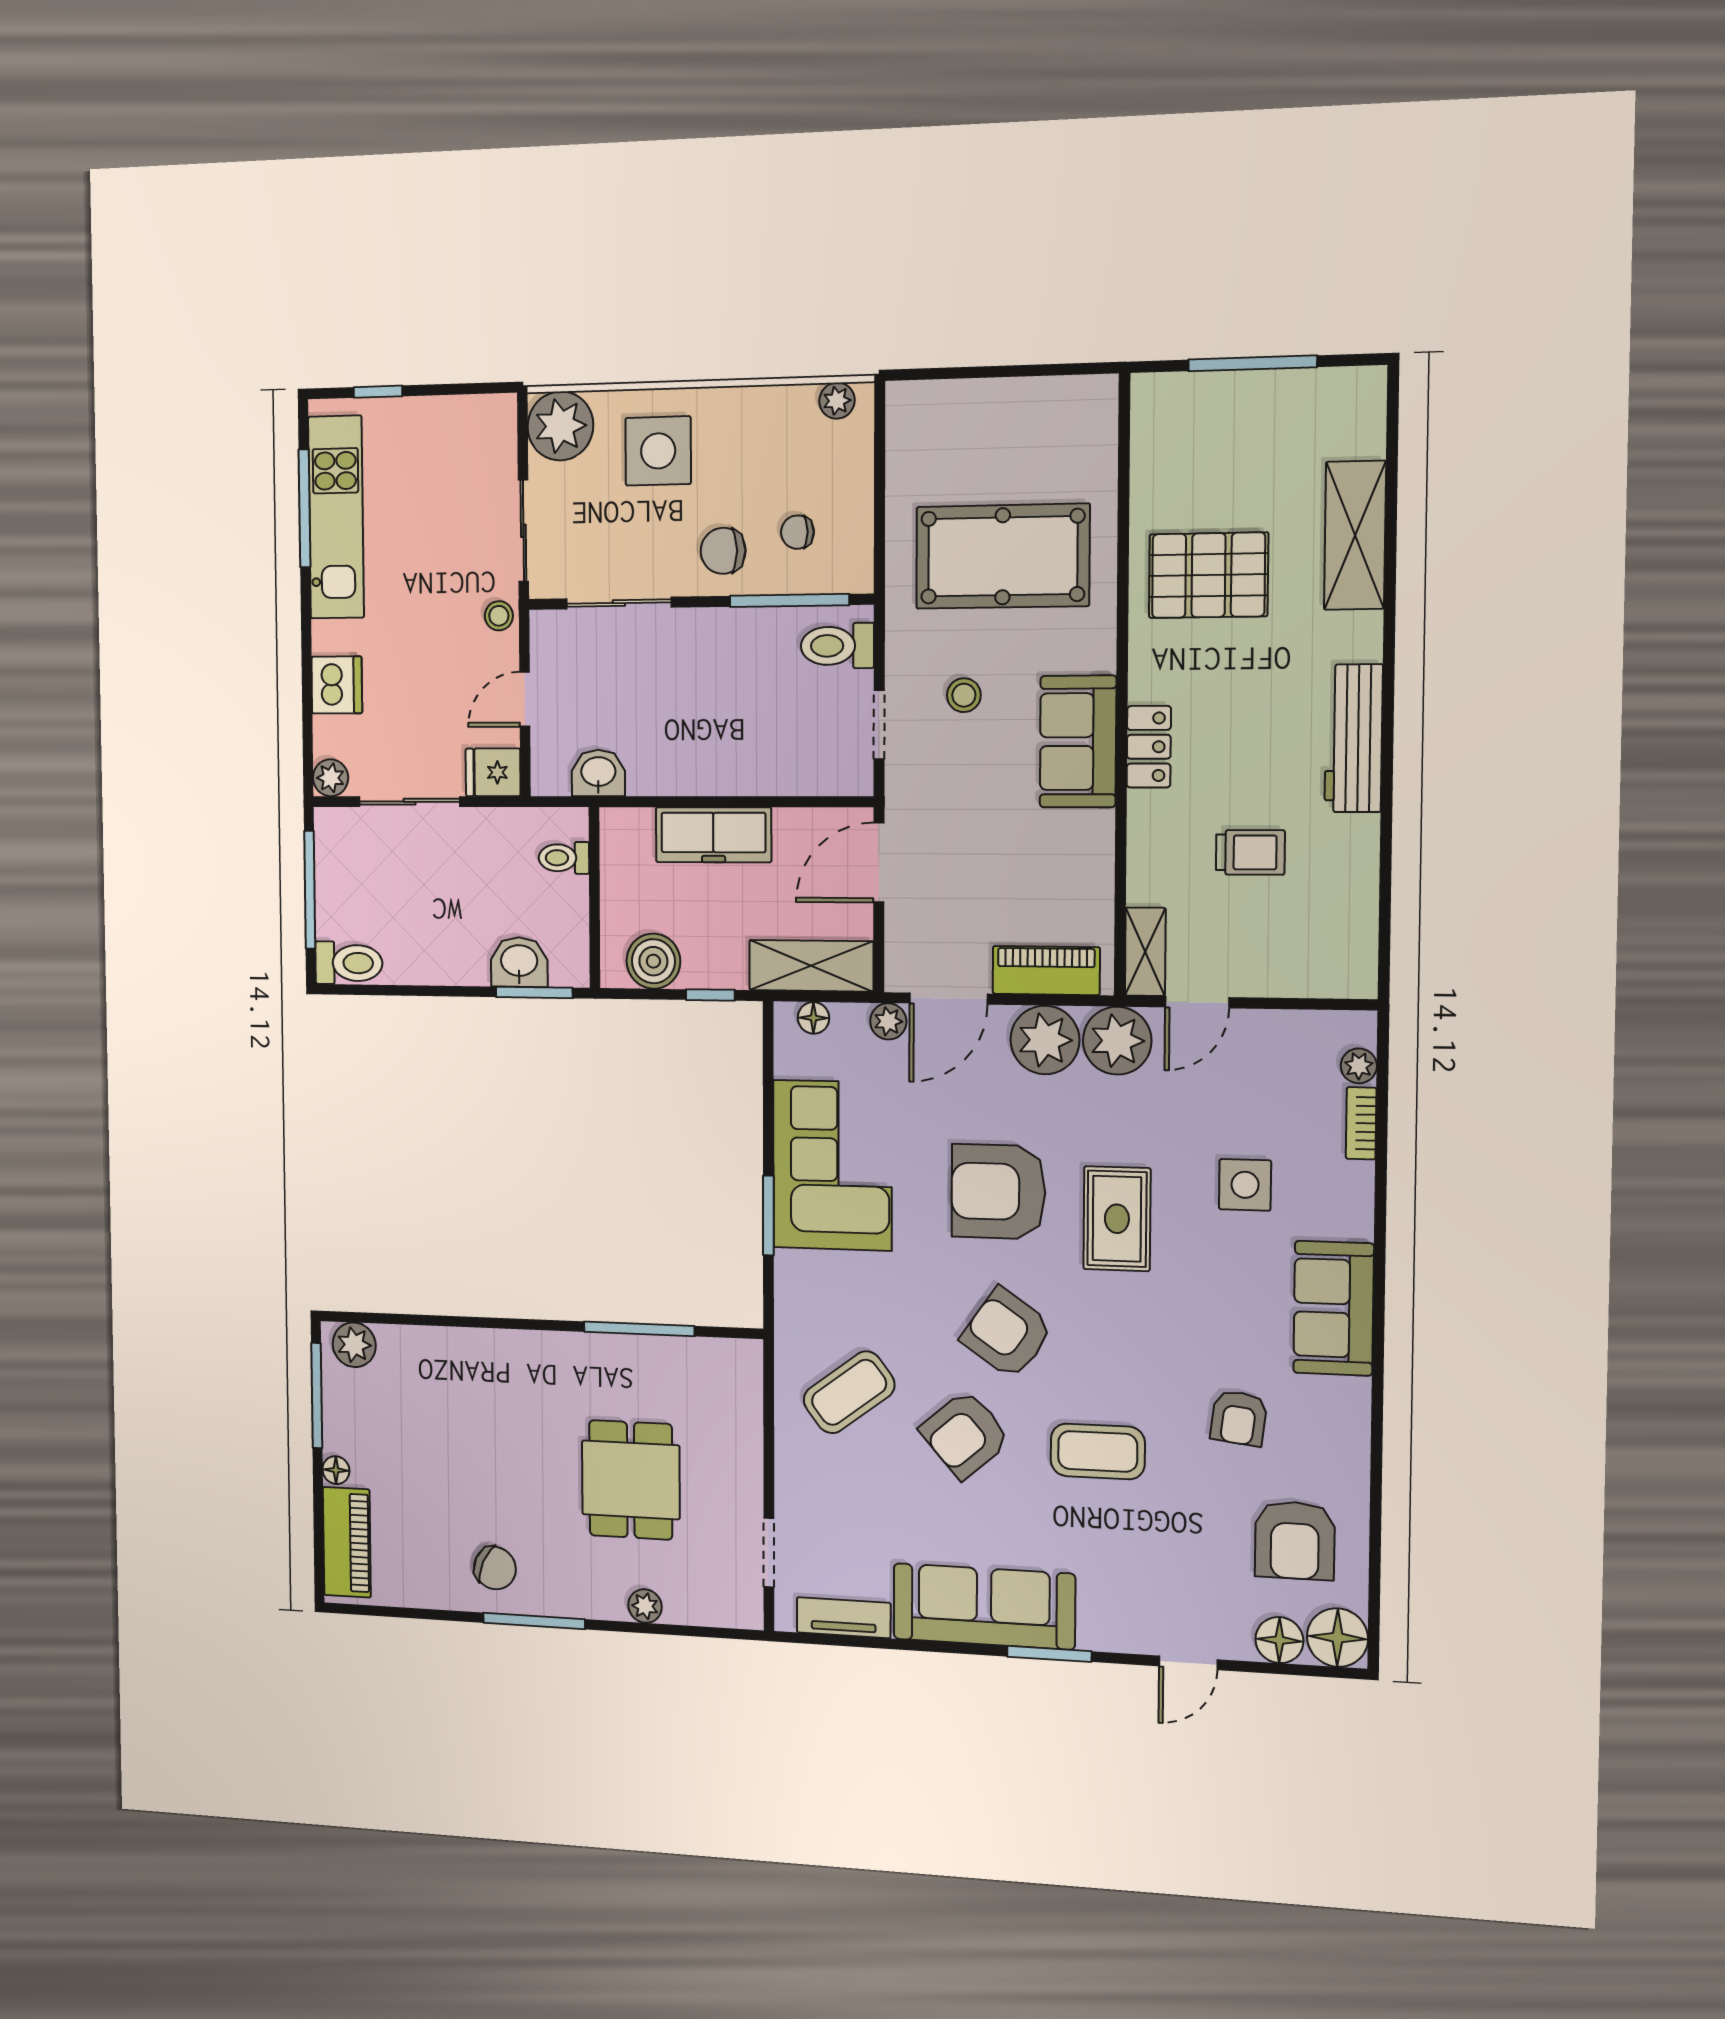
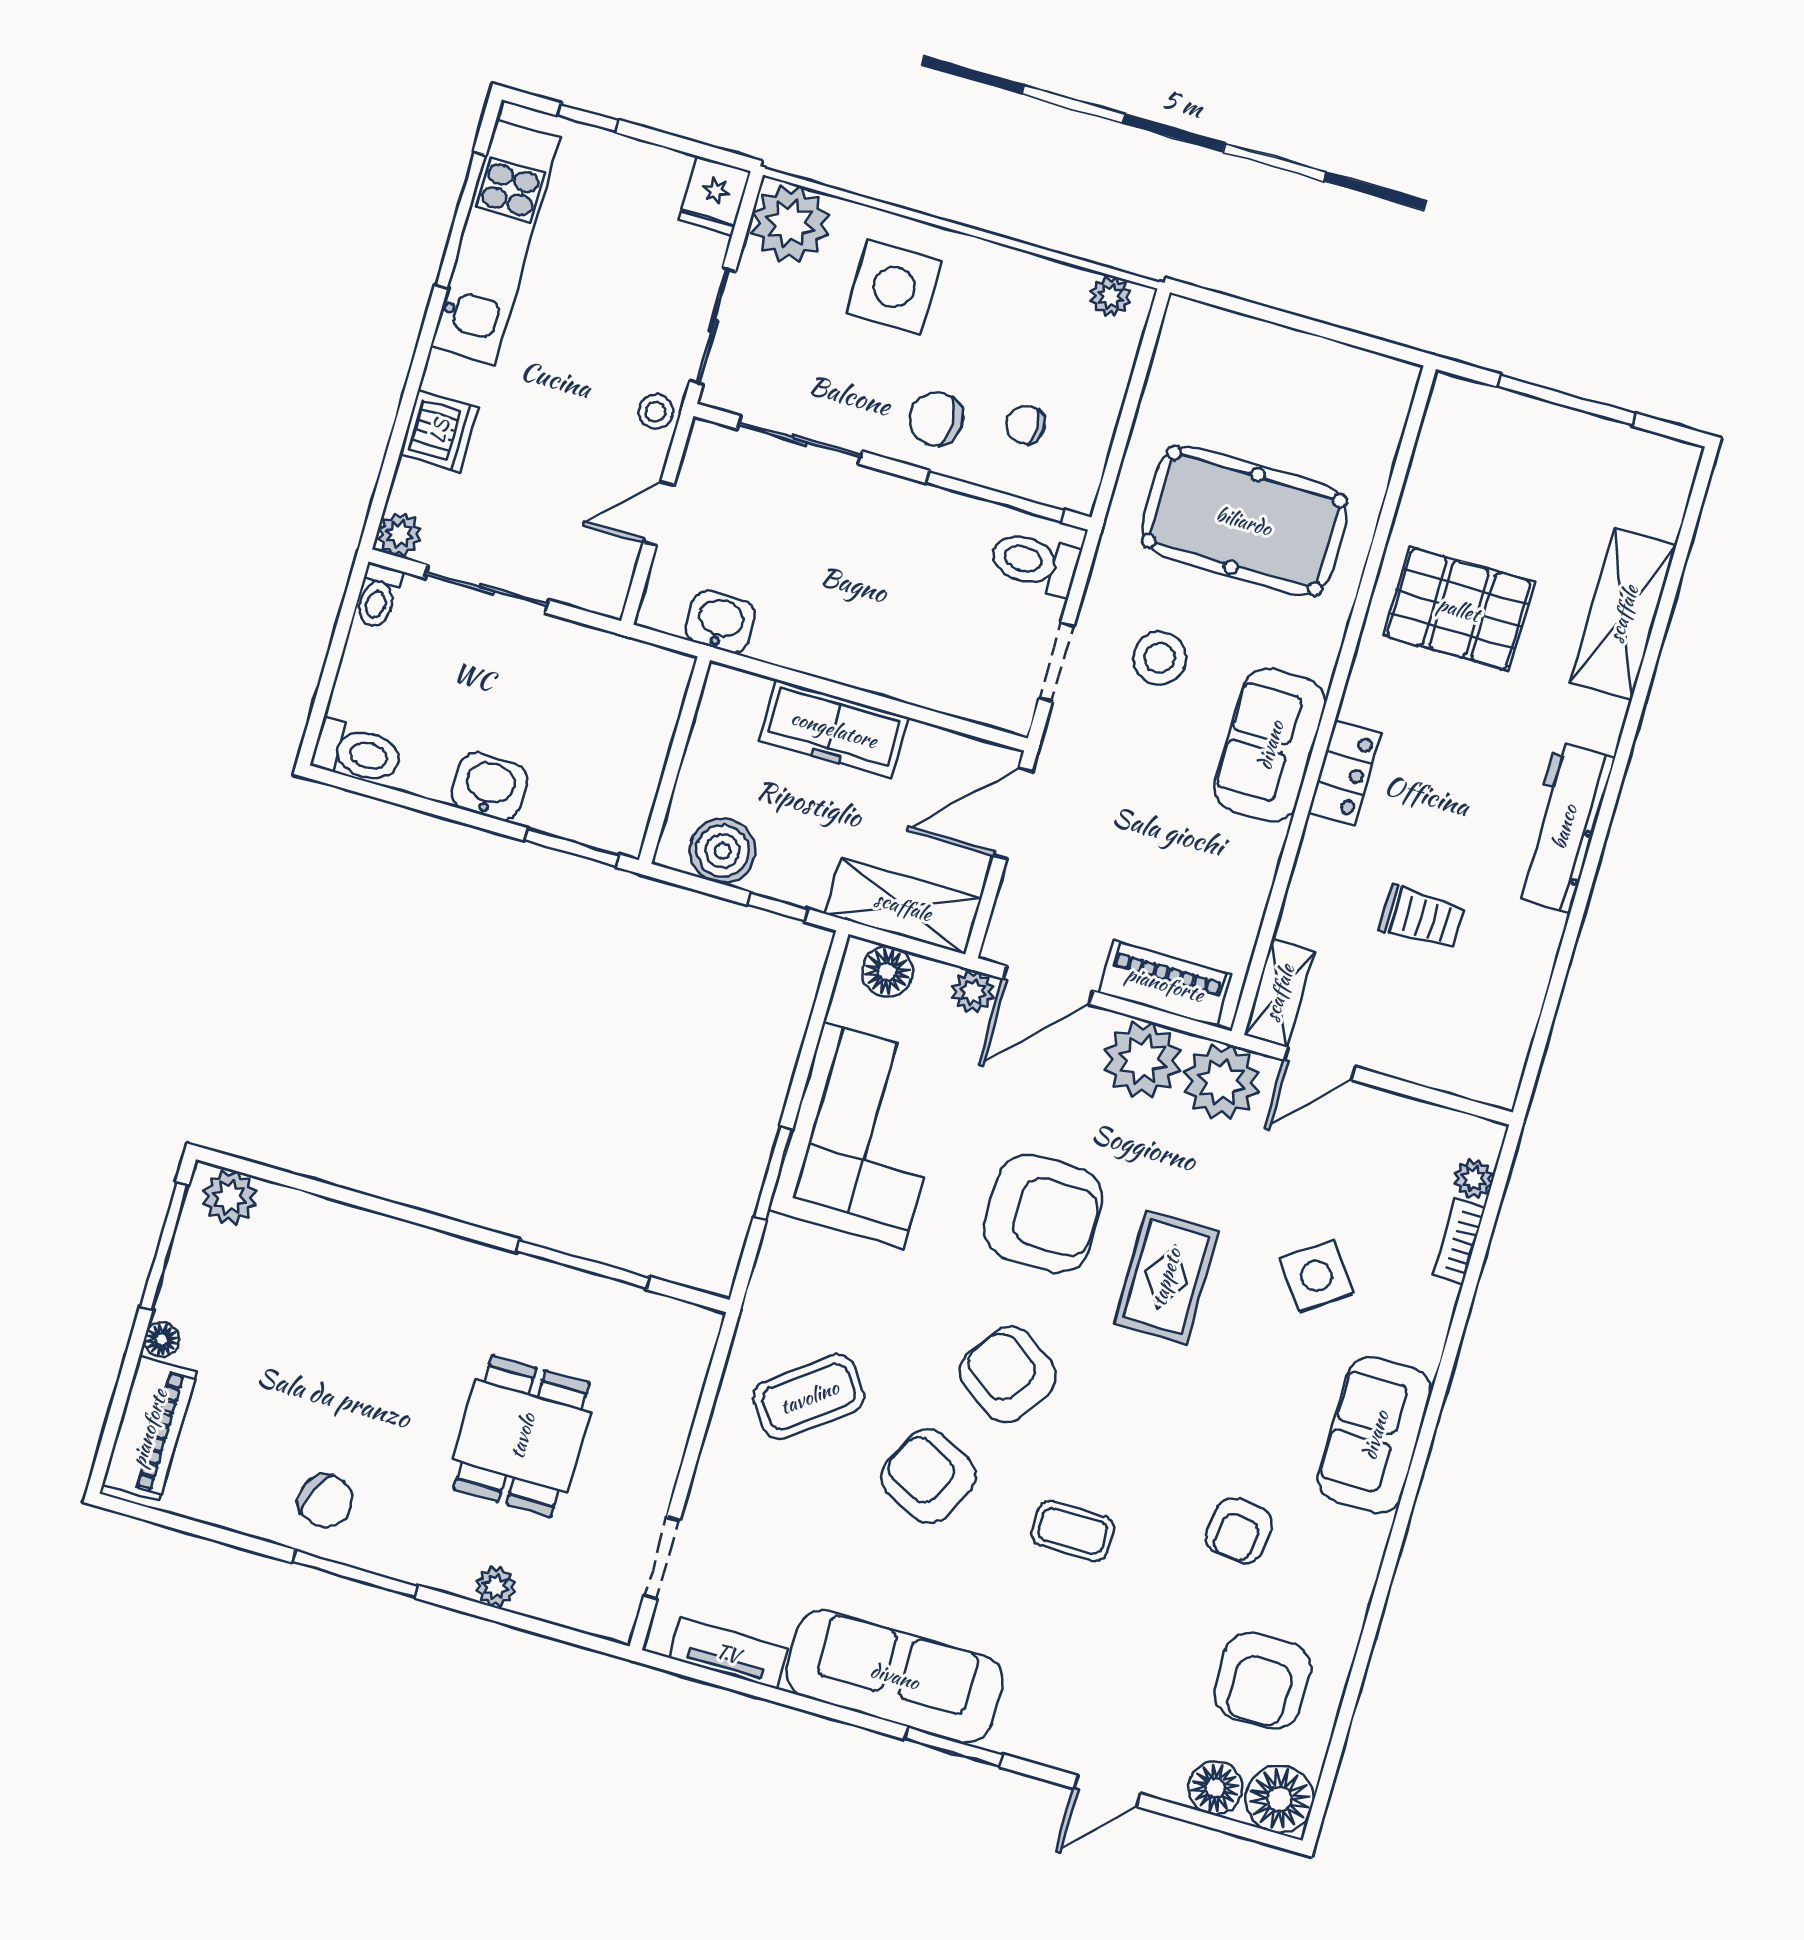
stool: (964, 695) -> (1159, 658), width x1.37, depth x1.37
fridge: (493, 772) -> (715, 196), moved, turned -90
toilet: (564, 858) -> (378, 596), moved, turned -90
window: (310, 890) -> (335, 655), removed
washbasin: (519, 962) -> (490, 787), moved
floor lamp: (813, 1018) -> (887, 971), width x1.37, depth x1.37
side table: (1245, 1185) -> (1317, 1276), turned -36
armchair: (998, 1192) -> (1043, 1214), turned 180
armchair: (965, 1434) -> (928, 1476), turned 68
coffee table: (1098, 1451) -> (1073, 1531), width x0.73, depth x0.77

